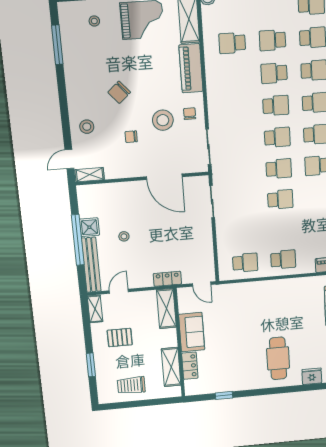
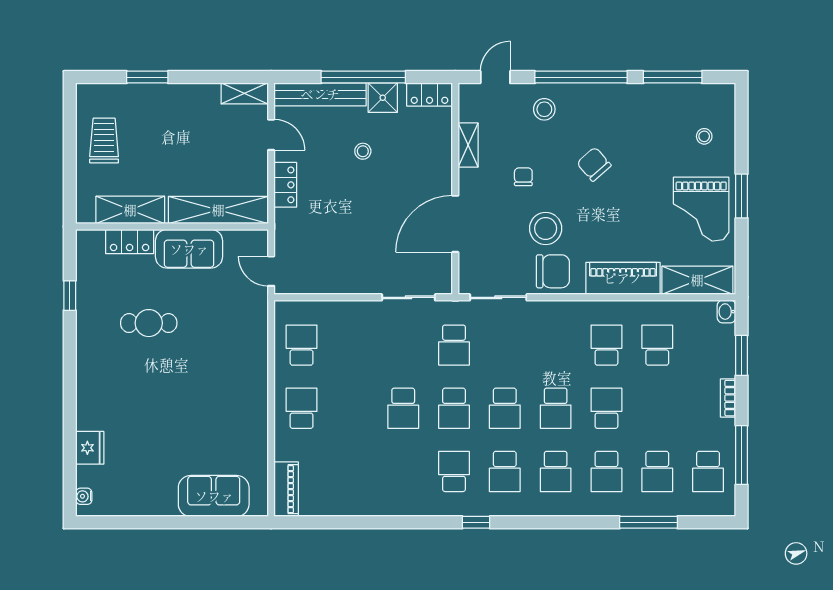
school desk: (273, 40) -> (606, 345), moved
window: (64, 105) -> (581, 77), added
chair: (190, 114) -> (553, 271), width x1.87, depth x1.87
door: (69, 159) -> (495, 77), hinge flipped
school desk: (240, 172) -> (454, 345), added
shelving: (90, 175) -> (468, 145), moved
locker: (85, 199) -> (430, 95), added
school desk: (283, 259) -> (302, 408), turned 180
school desk: (245, 263) -> (302, 345), turned 180
locker: (167, 279) -> (285, 185), moved
door: (202, 284) -> (271, 271), hinge flipped
shelving: (166, 309) -> (218, 210), width x1.47
pallet: (120, 338) -> (191, 129), removed
cafe table: (278, 358) -> (149, 323), moved, width x0.73, depth x0.74

